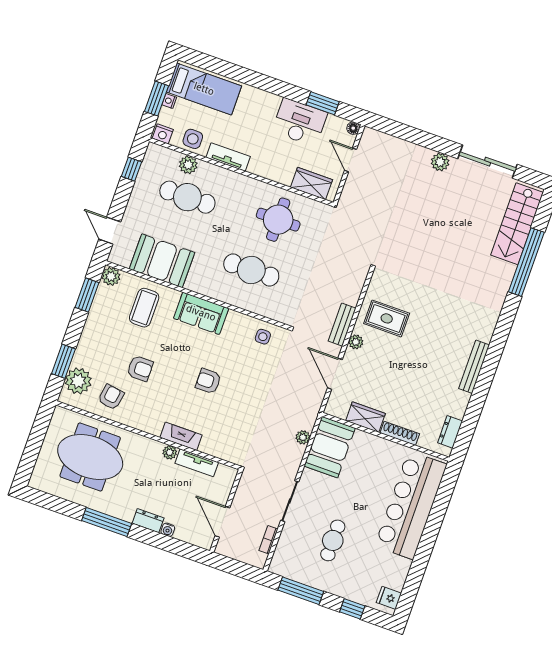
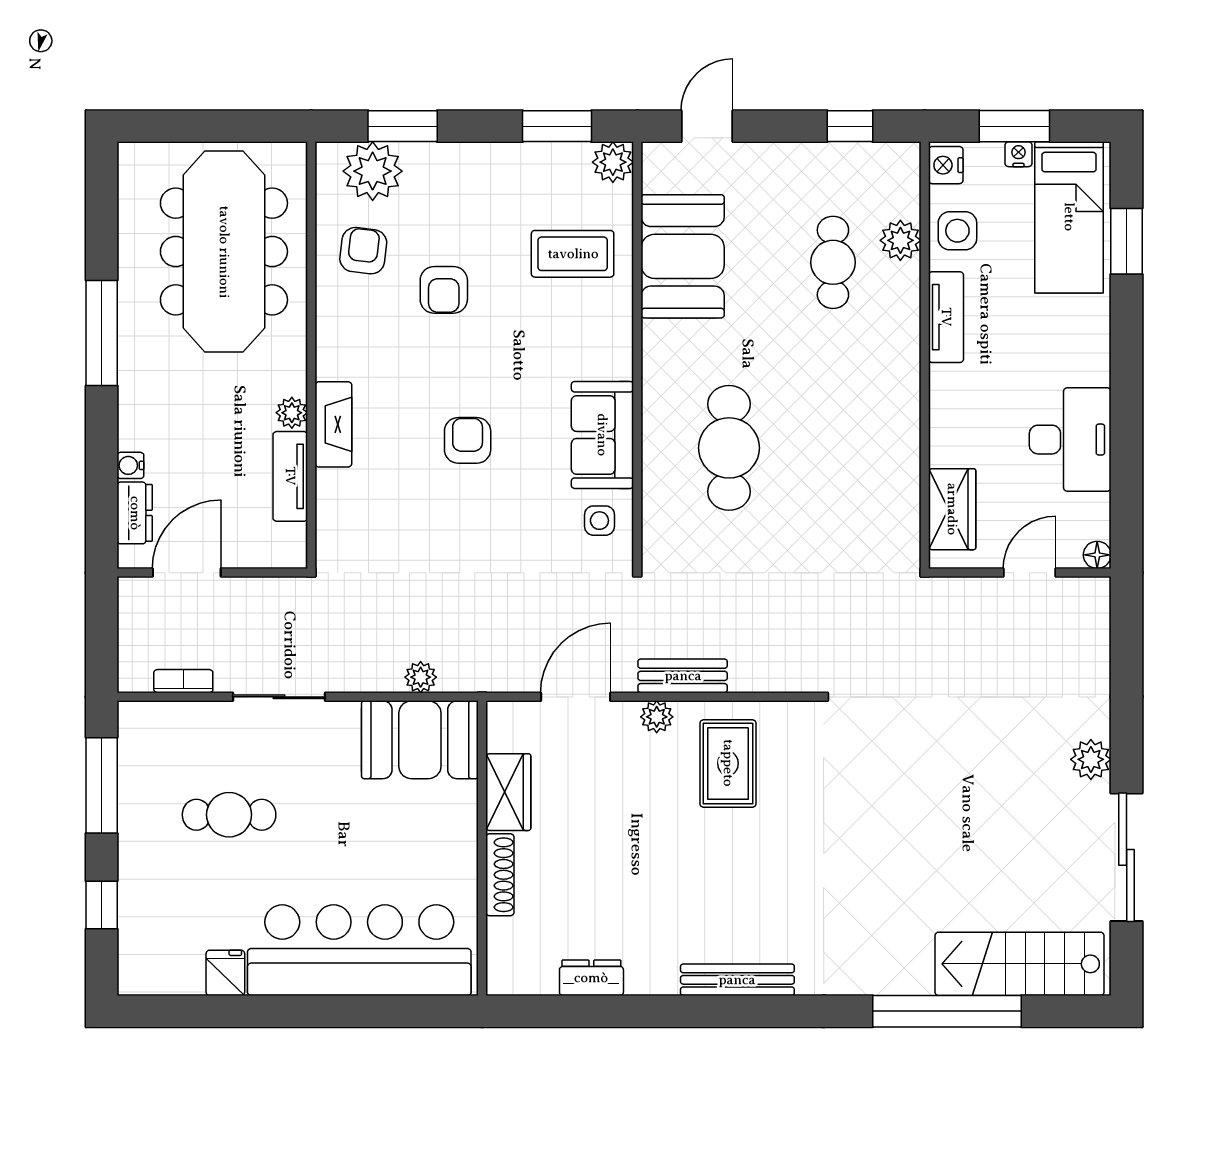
window: (323, 103) -> (1127, 241), moved
cafe table: (187, 197) -> (833, 262), width x0.73, depth x0.74
round table: (278, 220) -> (853, 467), removed
sofa: (201, 313) -> (602, 435), moved
bench: (474, 367) -> (737, 980), moved
armchair: (111, 397) -> (363, 251), turned -92
dresser: (450, 432) -> (591, 978), moved
meeting table: (90, 457) -> (224, 252), width x1.36
dresser: (148, 521) -> (135, 513), moved
fridge: (389, 598) -> (225, 973), moved

